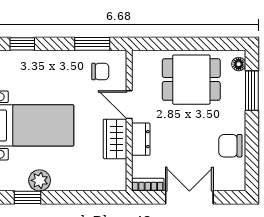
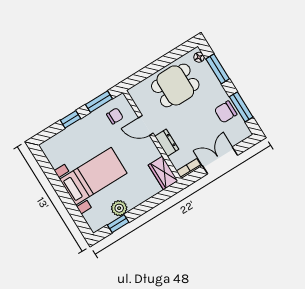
window: (22, 44) -> (70, 119), moved
wardrobe: (115, 139) -> (163, 173), moved
window: (252, 151) -> (241, 107), added

